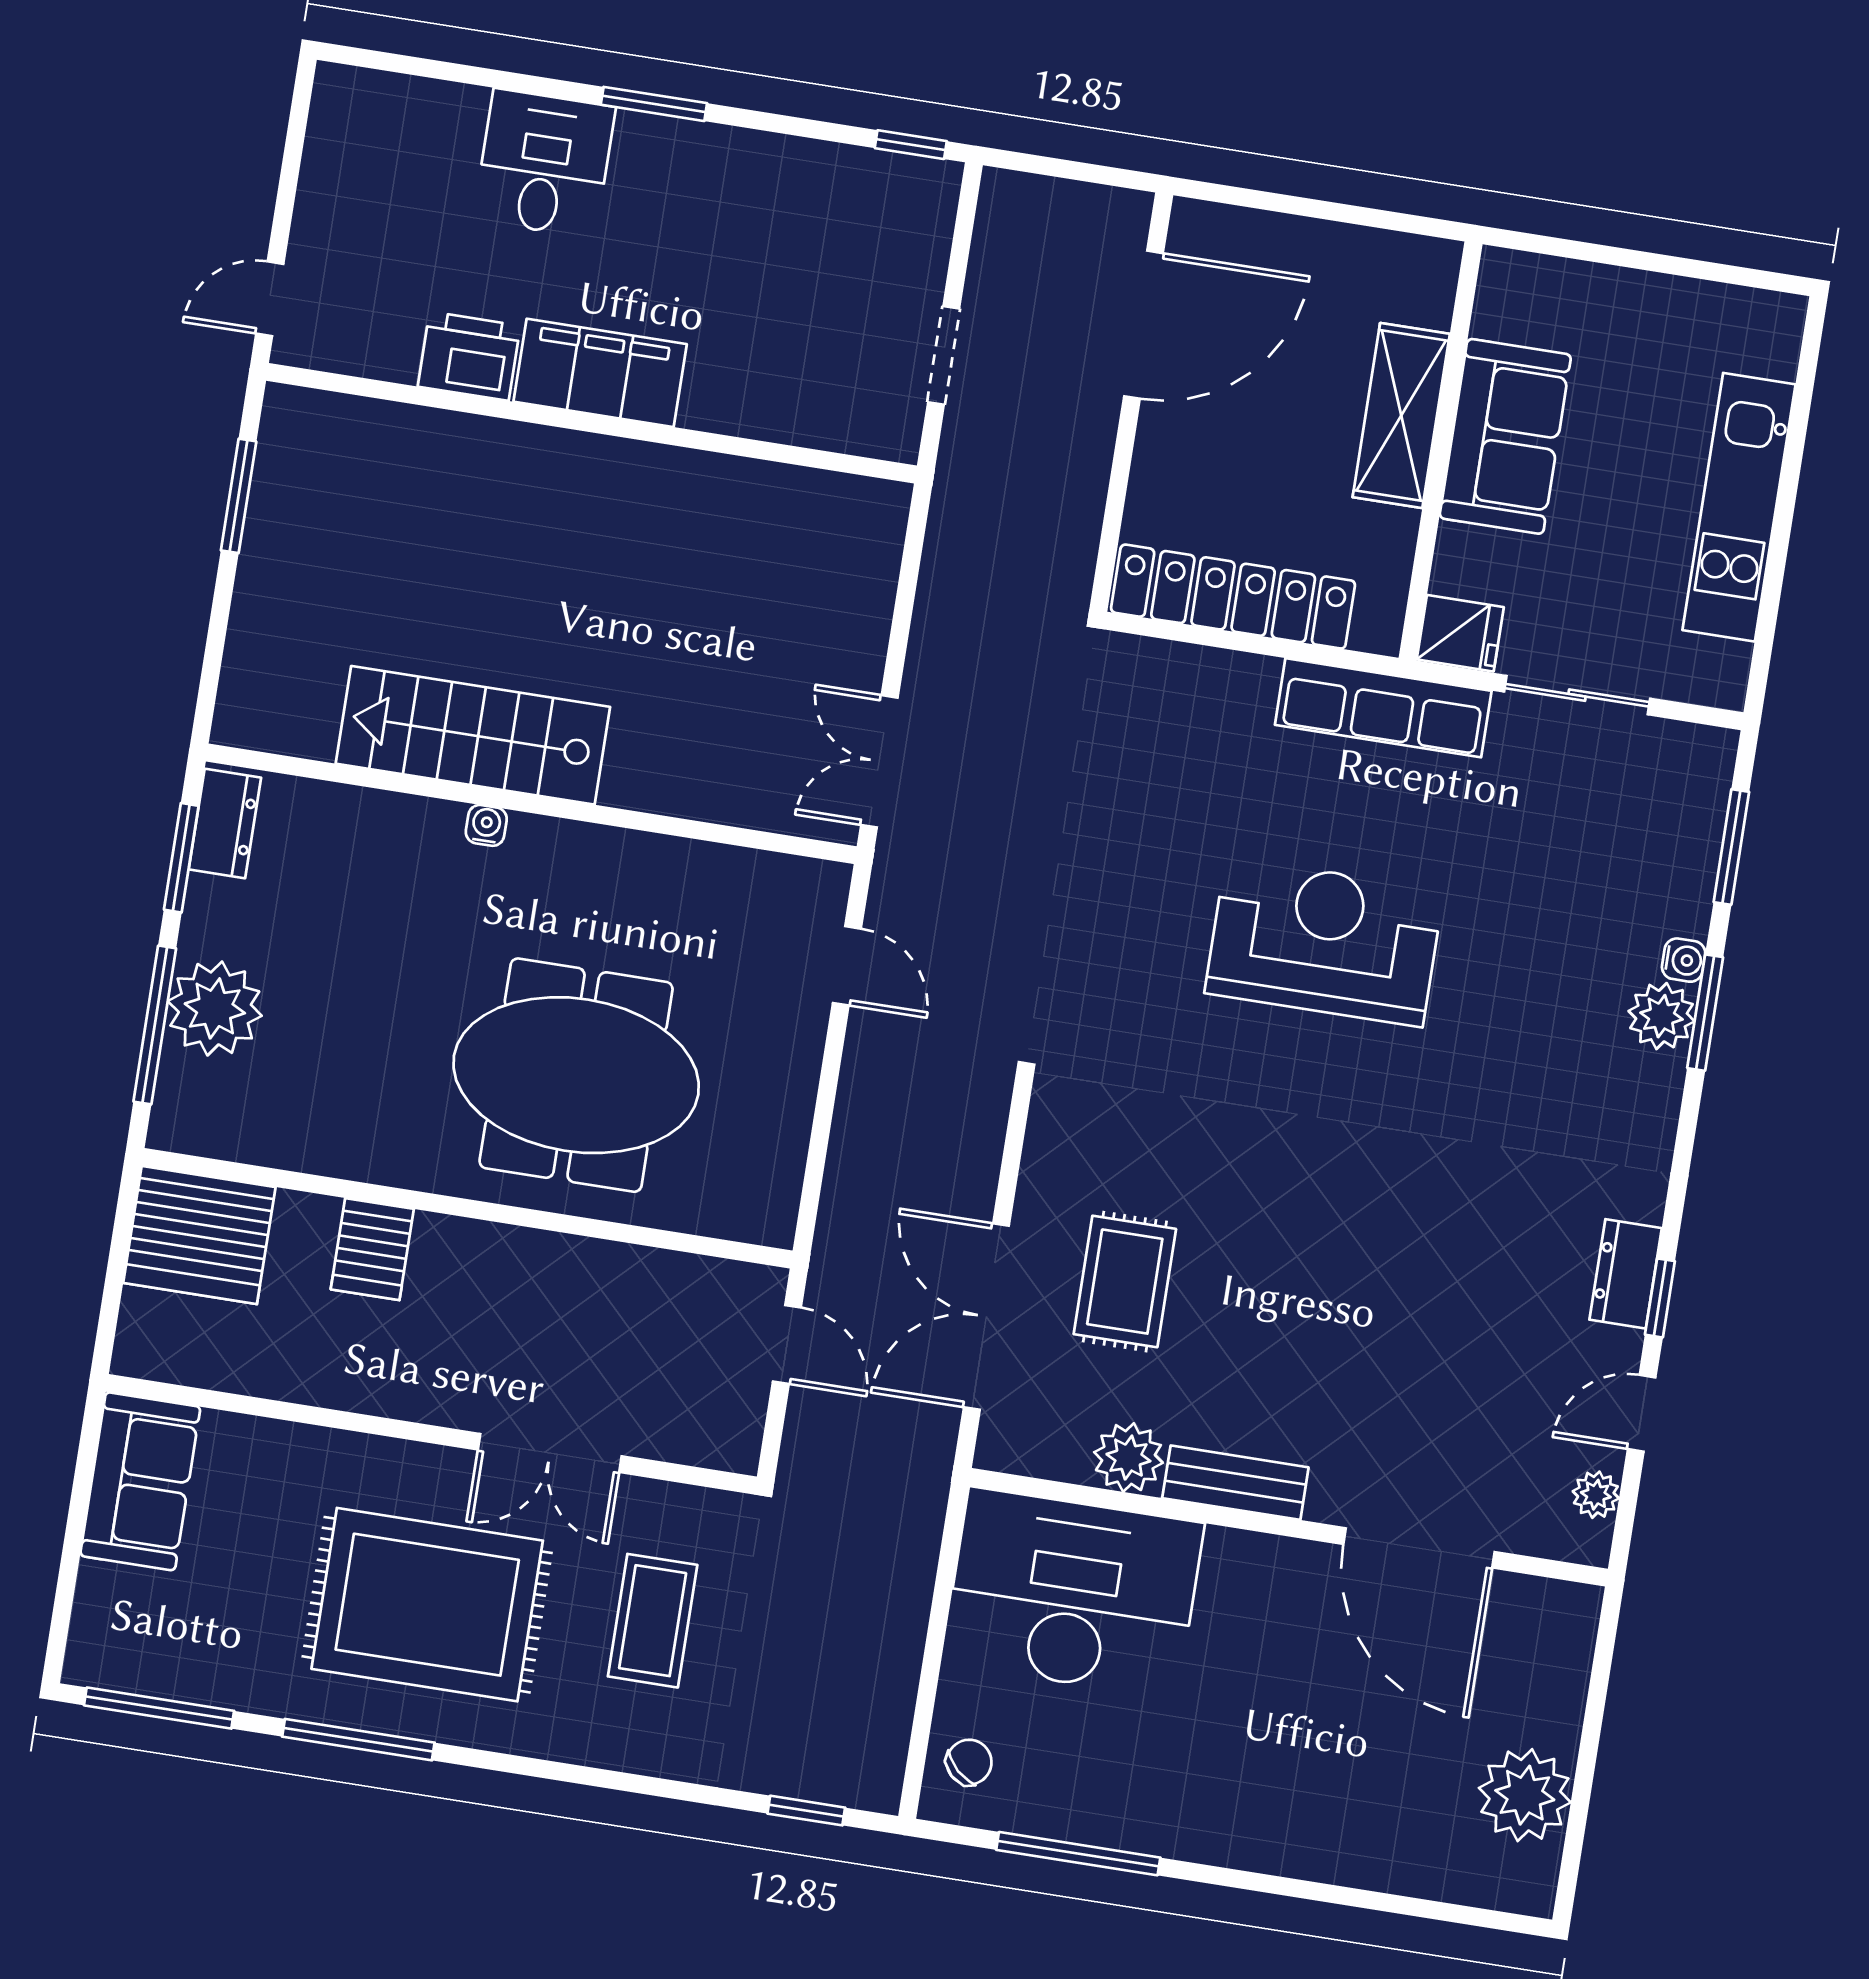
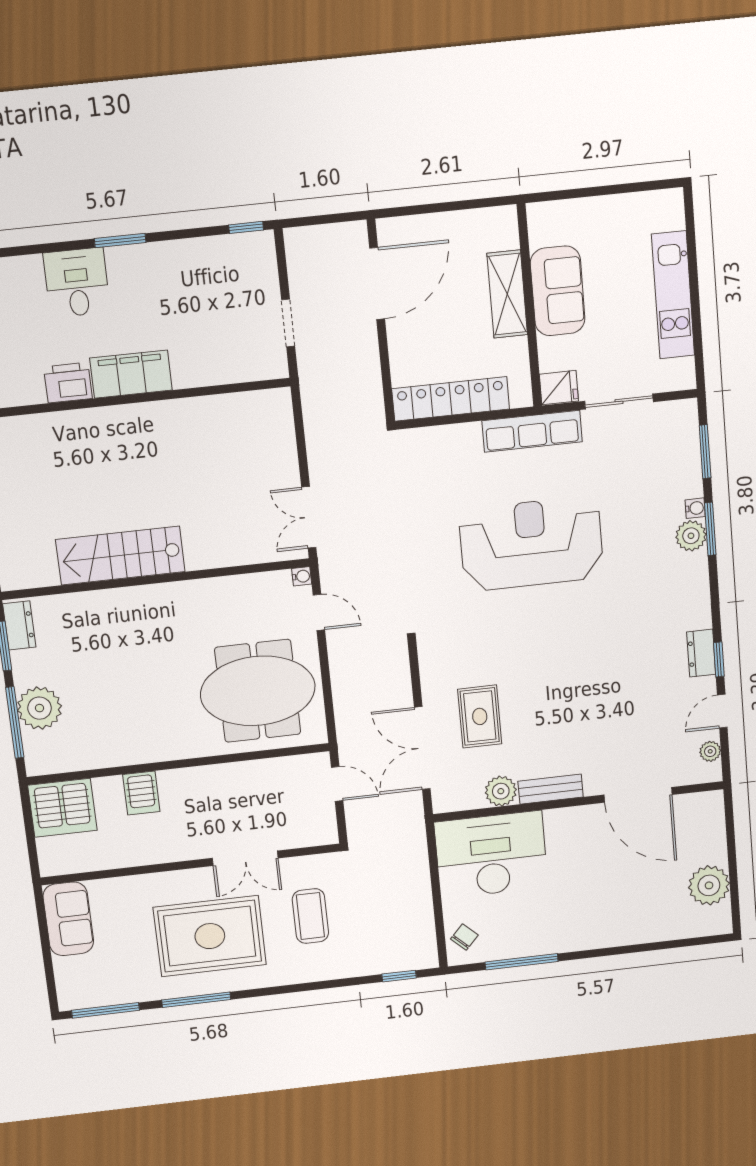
water cooler: (486, 825) -> (302, 576), moved, turned 90
reception desk: (1324, 942) -> (531, 544), width x1.36, depth x1.30
meeting table: (576, 1075) -> (258, 691), moved

